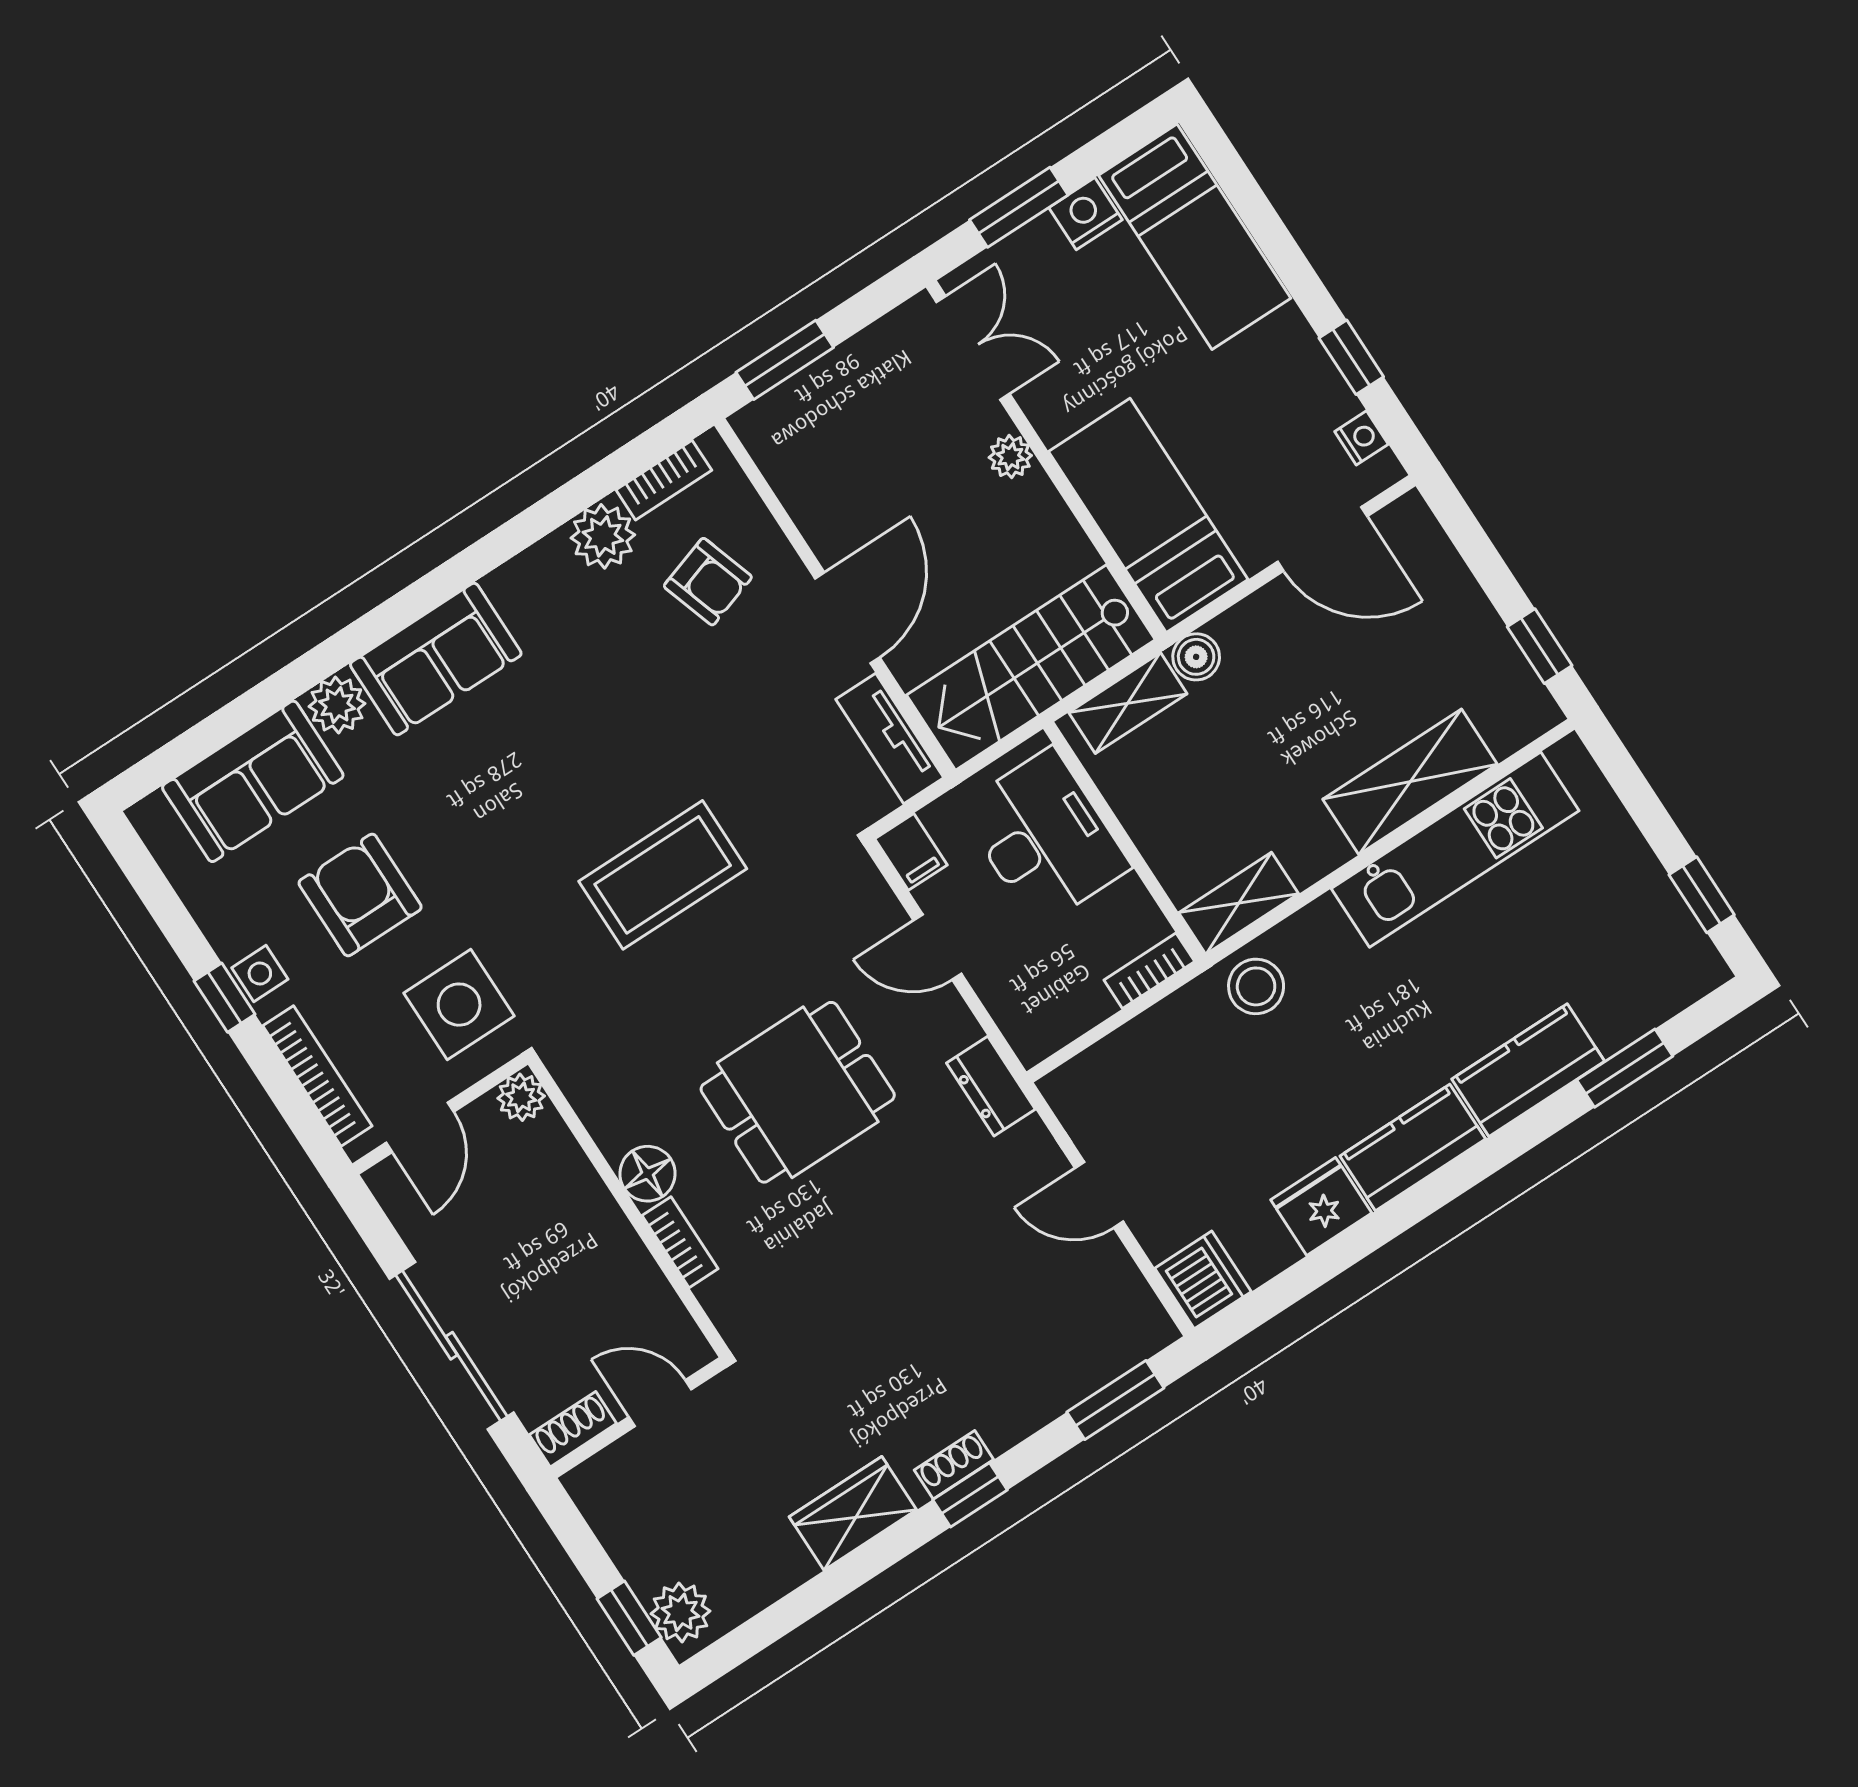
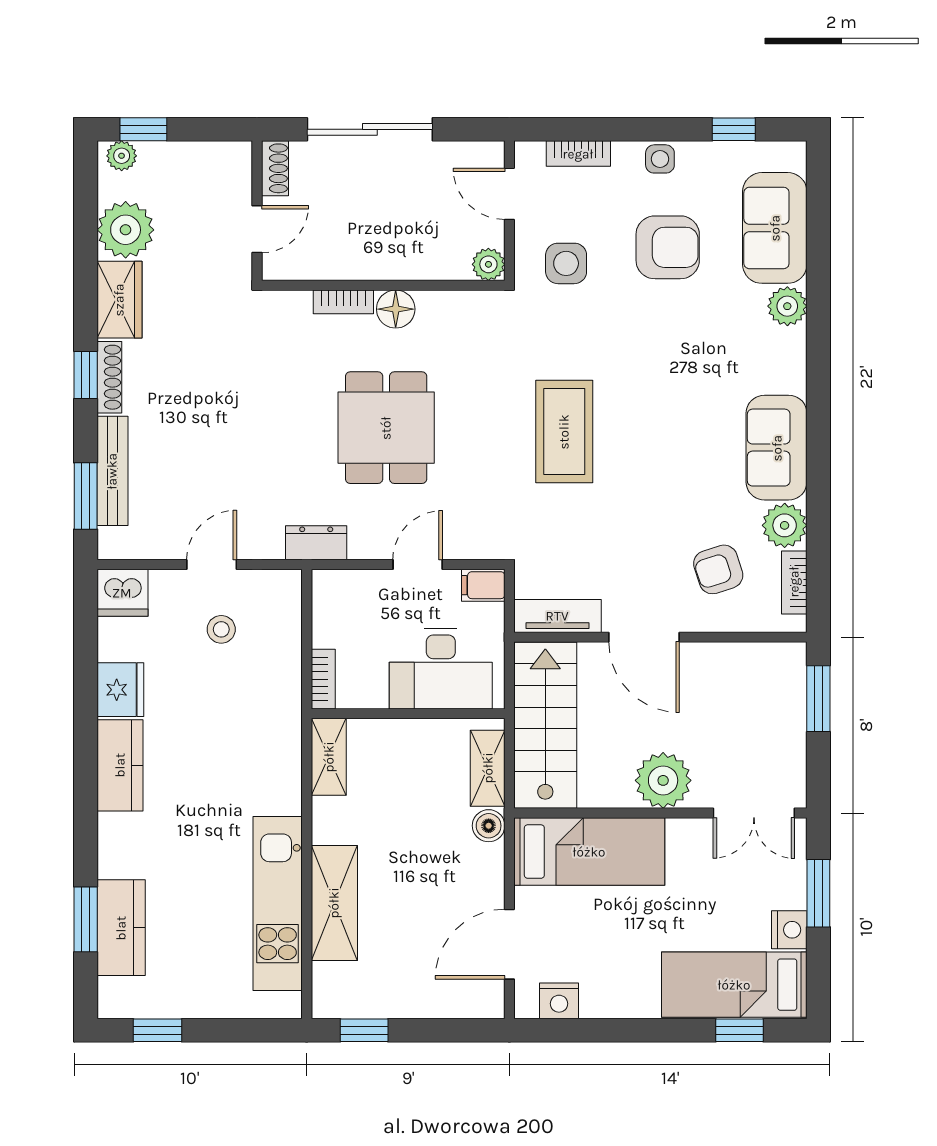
window: (1351, 357) -> (739, 1030), moved
nightstand: (1361, 438) -> (559, 1001), width x1.39, depth x1.35
plant: (1010, 457) -> (663, 780), width x1.87, depth x1.87
sofa: (436, 659) -> (777, 448), moved
stool: (1256, 986) -> (221, 629), moved, width x0.73, depth x0.73
window: (225, 998) -> (734, 129), moved
side table: (459, 1005) -> (566, 263), width x0.73, depth x0.73
kitchen counter: (1528, 1070) -> (121, 928), moved
bookcase: (317, 1076) -> (578, 154), width x0.64
bench: (1064, 1388) -> (112, 471), added
shoe rack: (954, 1465) -> (109, 377), width x1.43
plant: (764, 1561) -> (126, 230), added
plant: (680, 1612) -> (122, 156), width x0.73, depth x0.73

